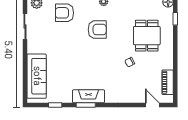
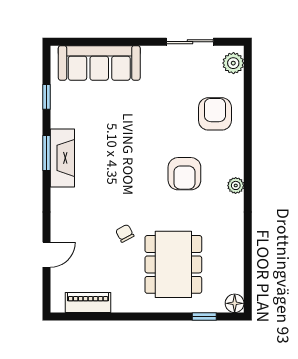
dining table: (147, 36) -> (173, 264), width x1.38
door: (152, 105) -> (47, 255), moved

